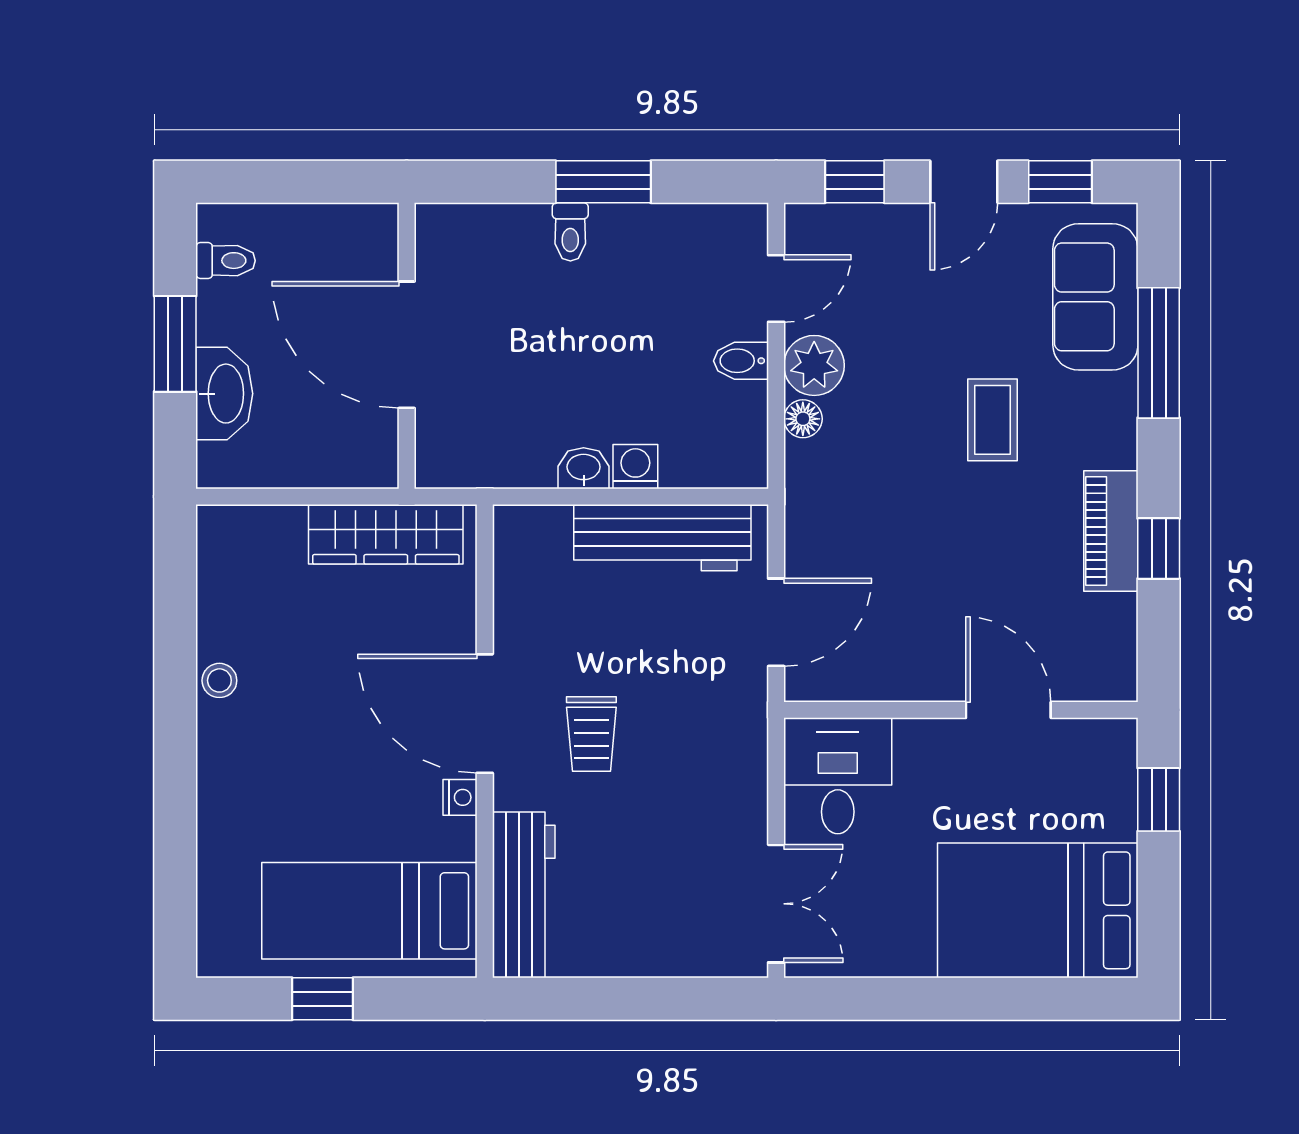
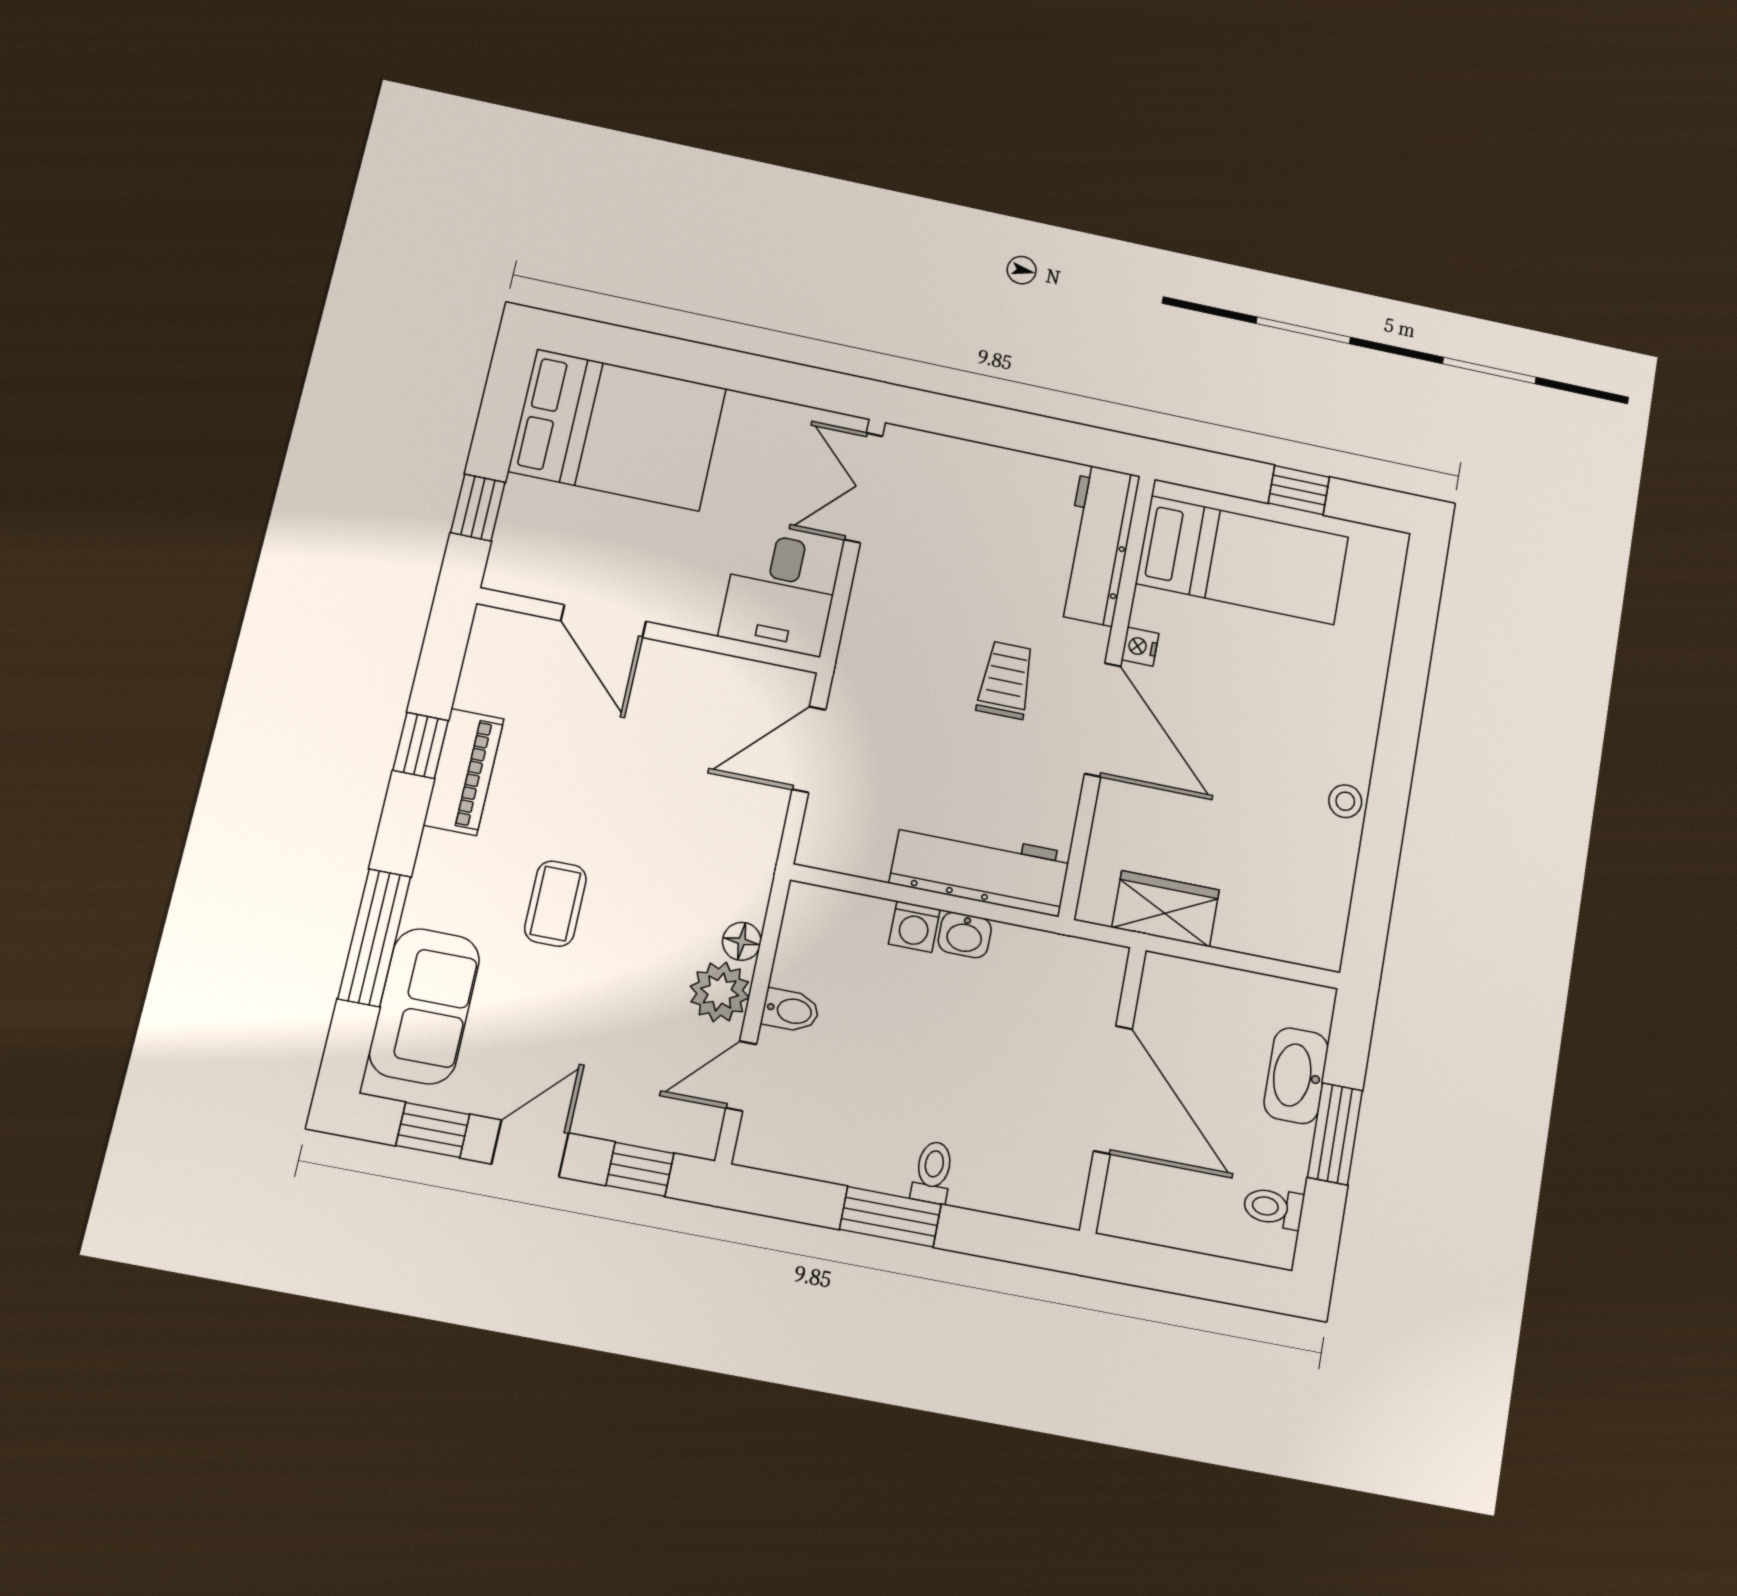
wardrobe: (386, 534) -> (1166, 909), width x0.67
workbench: (662, 538) -> (980, 868), moved

